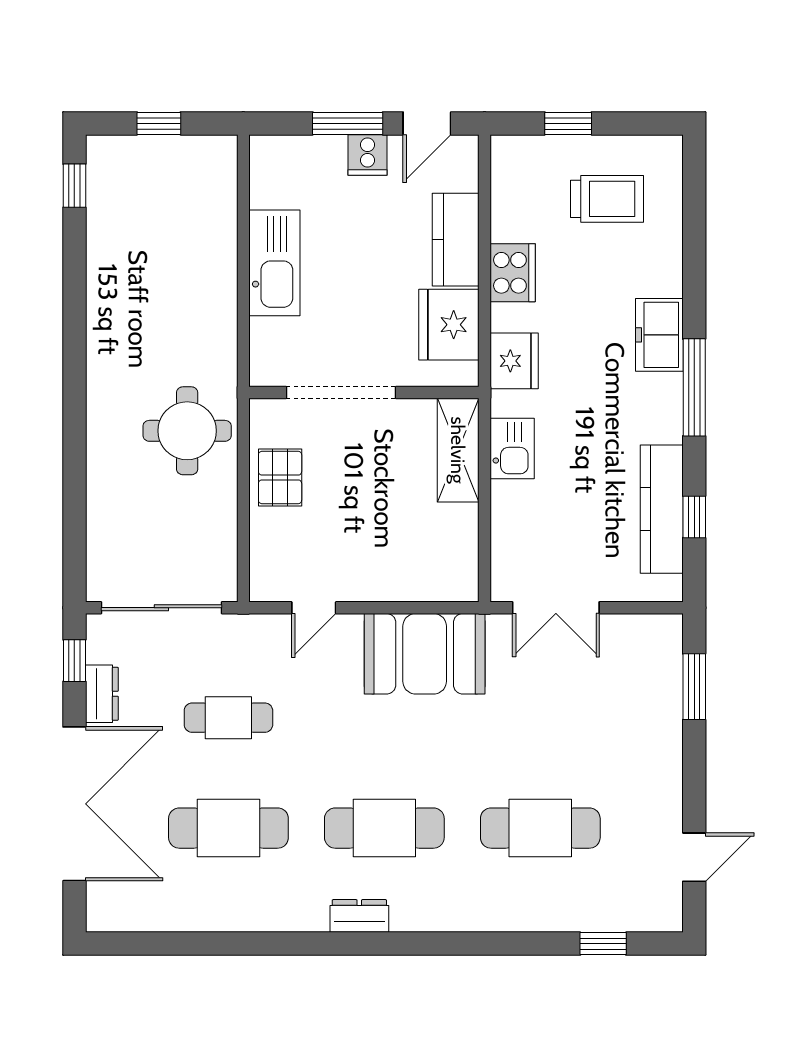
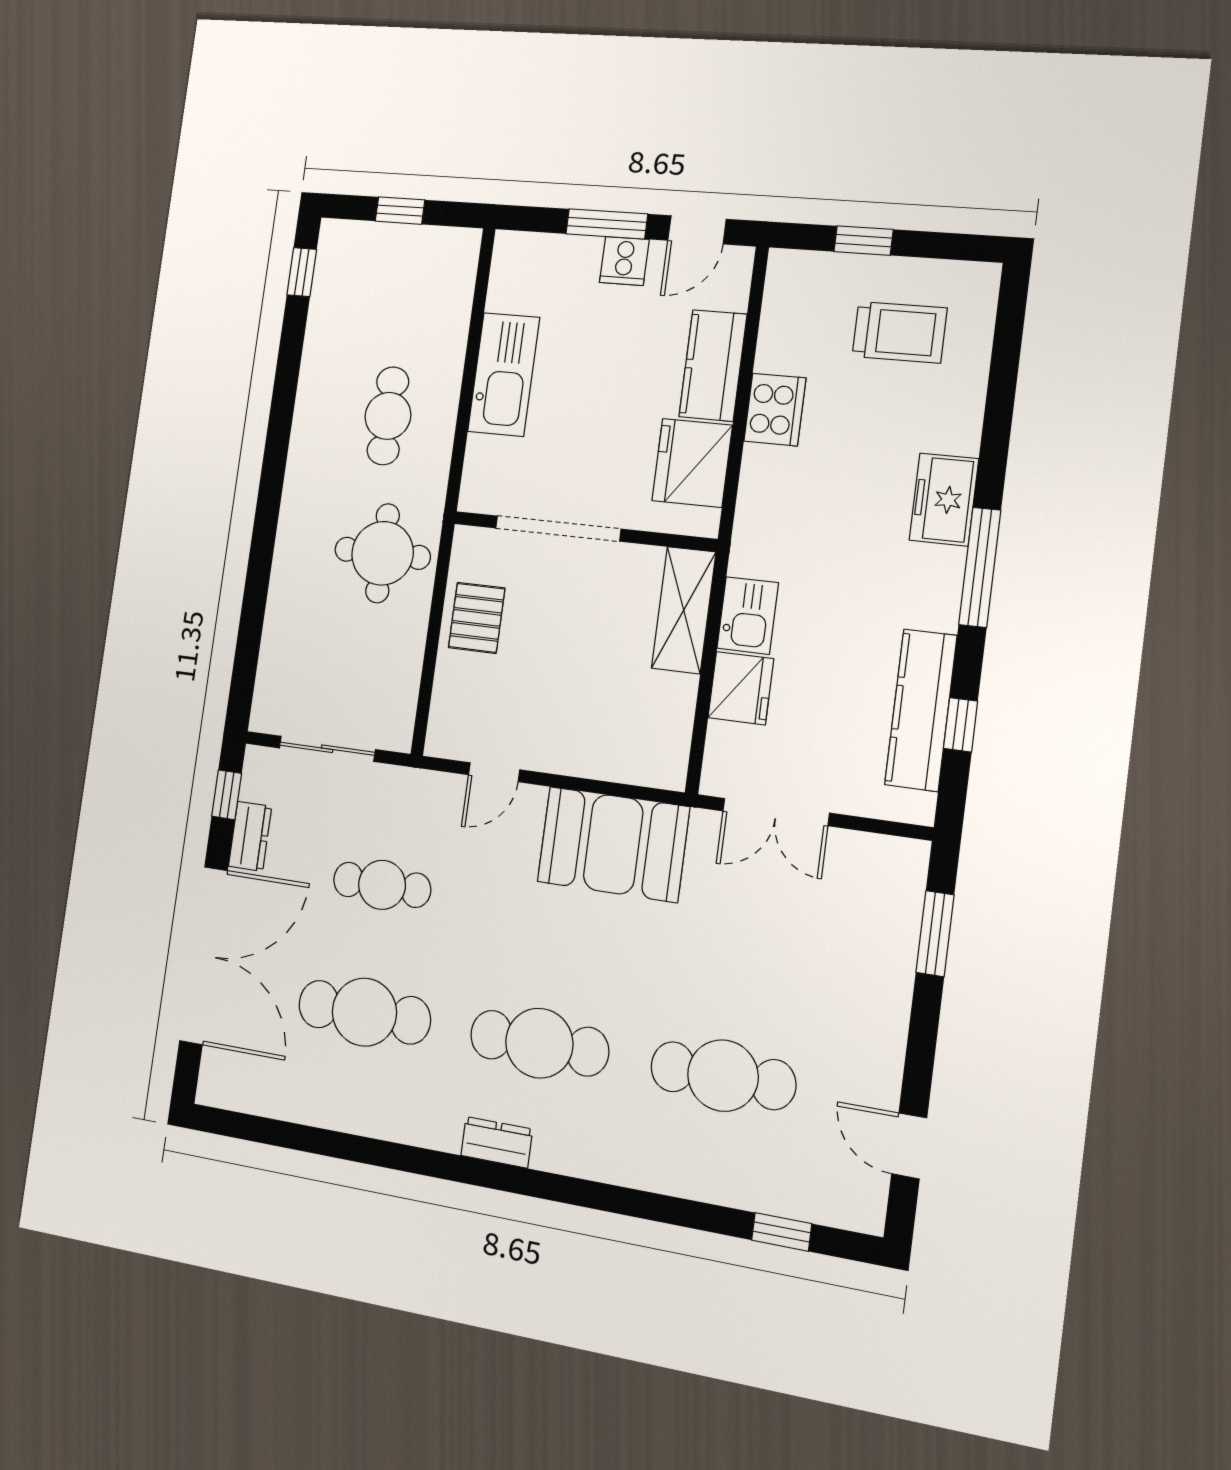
cafe table: (174, 309) -> (388, 416), added
fridge: (514, 361) -> (741, 688), moved
sliding door: (161, 608) -> (327, 749), width x0.73
door: (694, 857) -> (909, 1146), swing flipped

